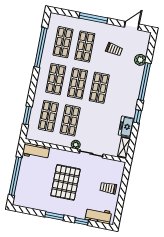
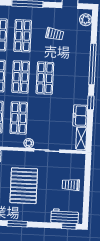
plant: (140, 60) -> (86, 20), moved
window: (81, 221) -> (69, 226), moved

